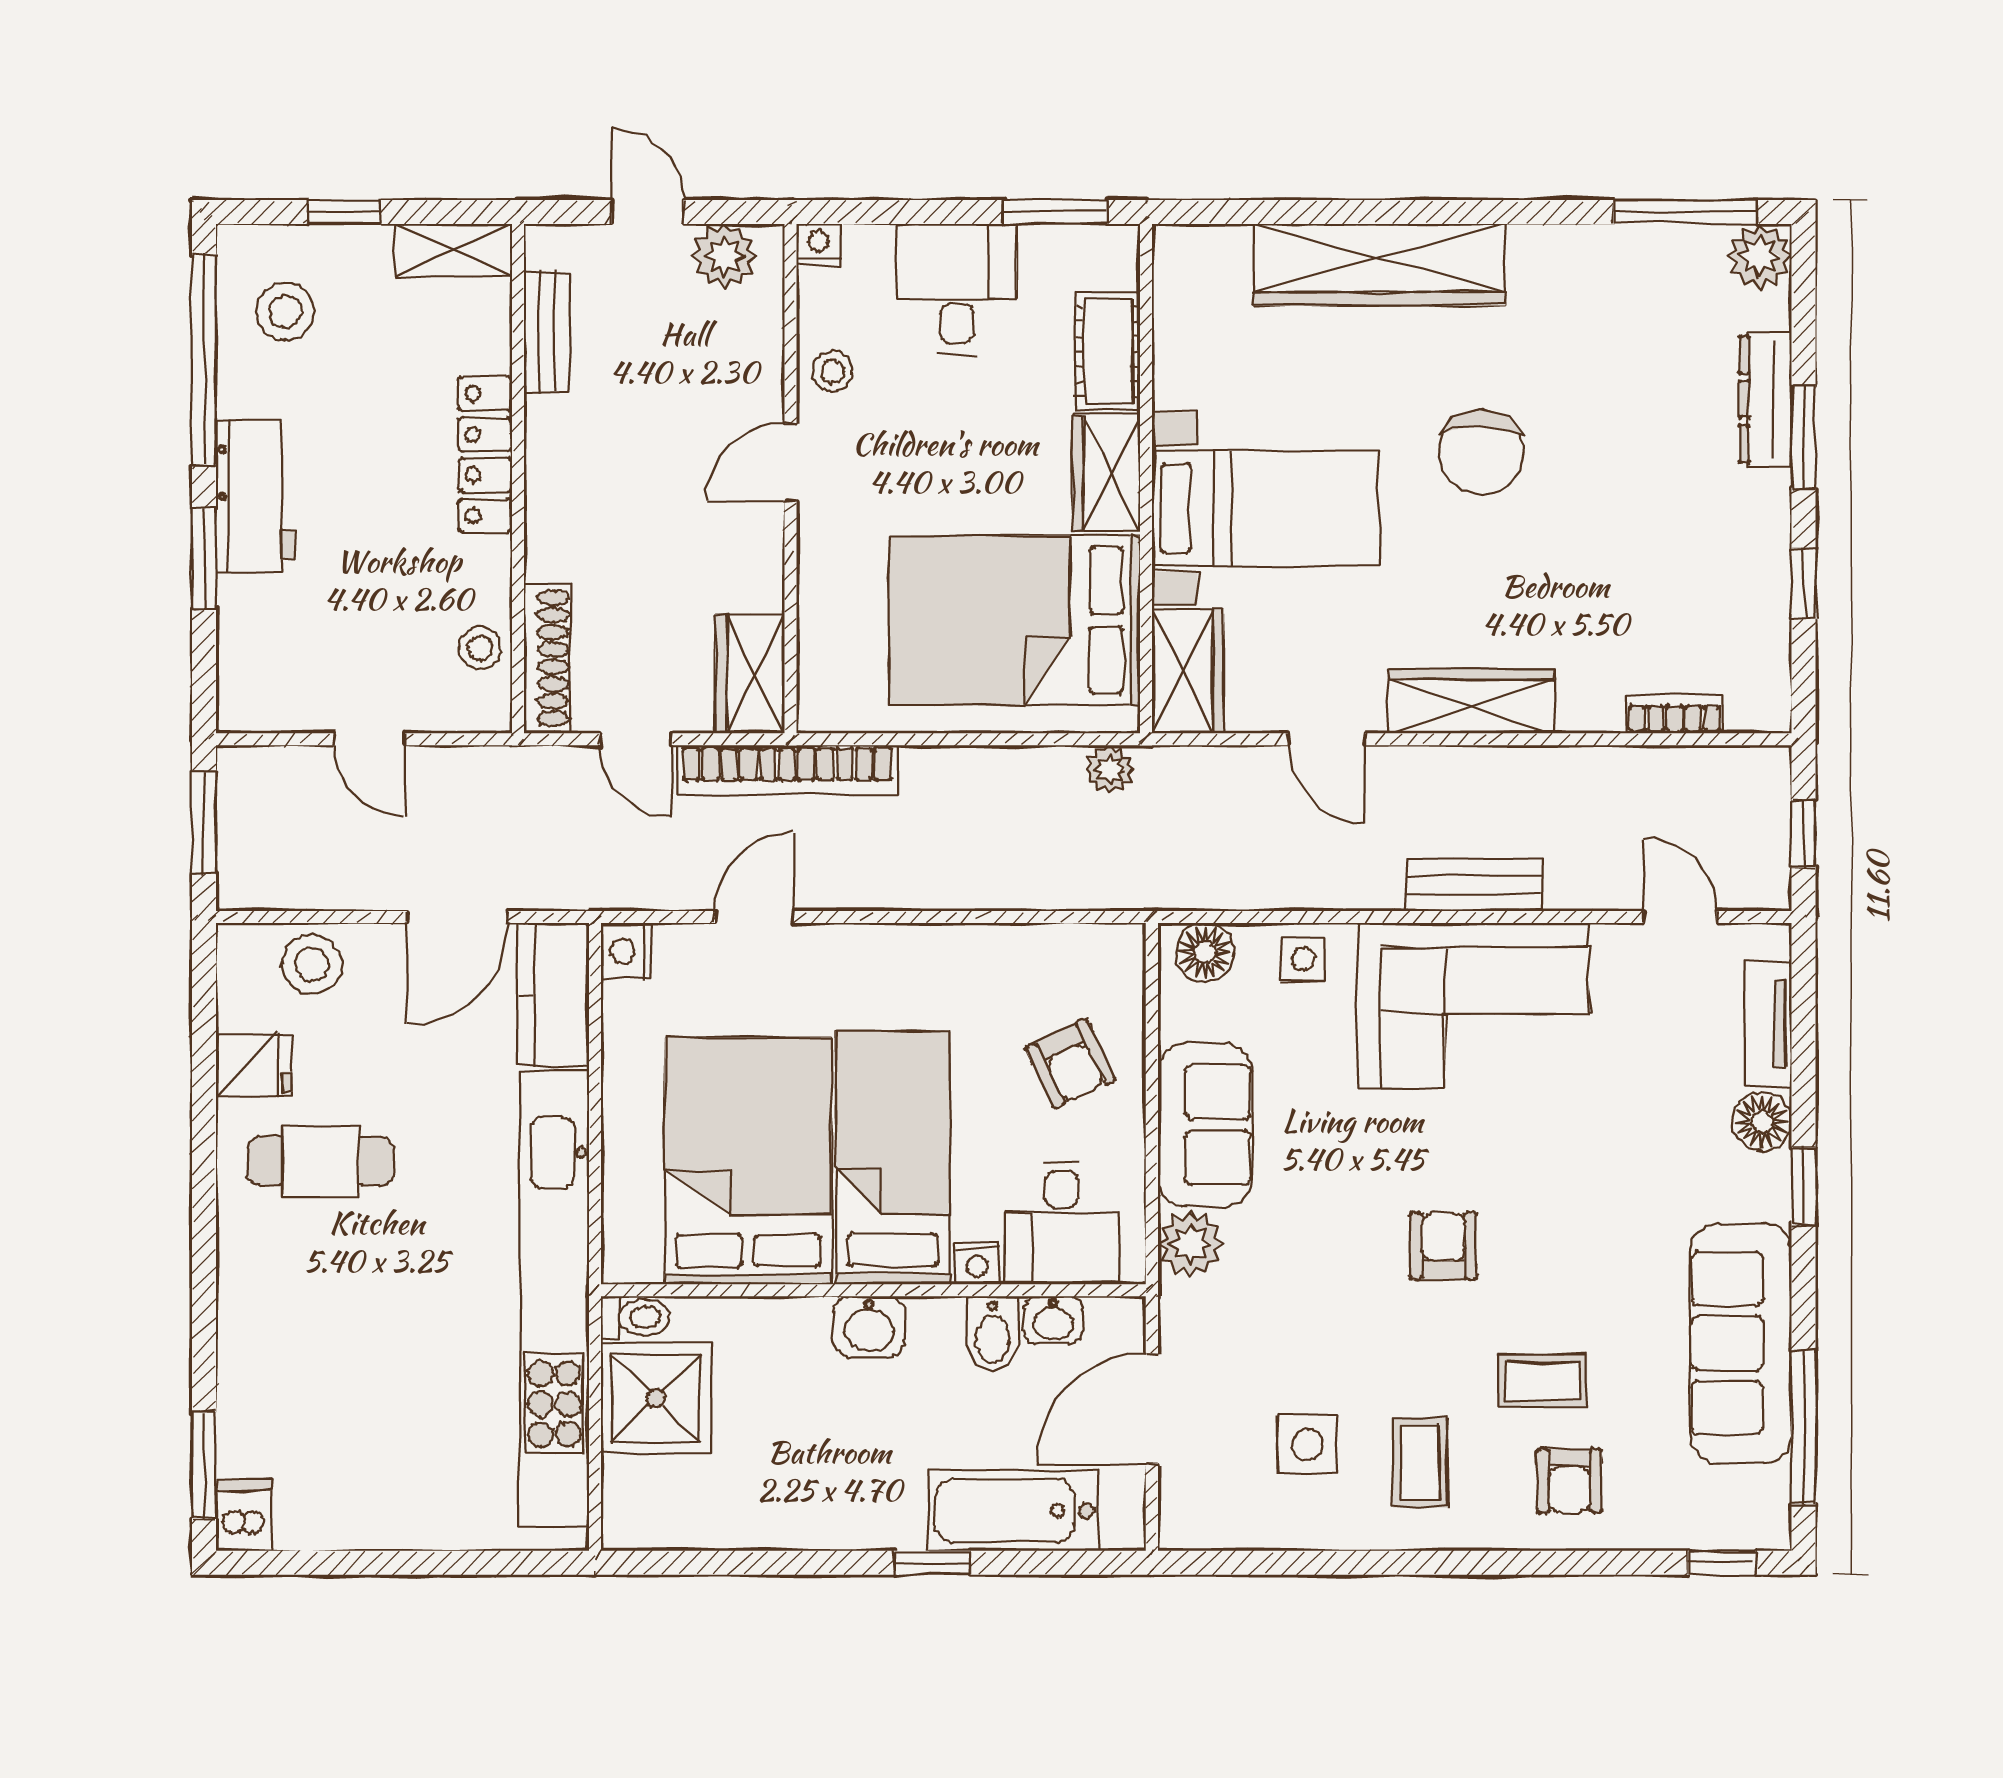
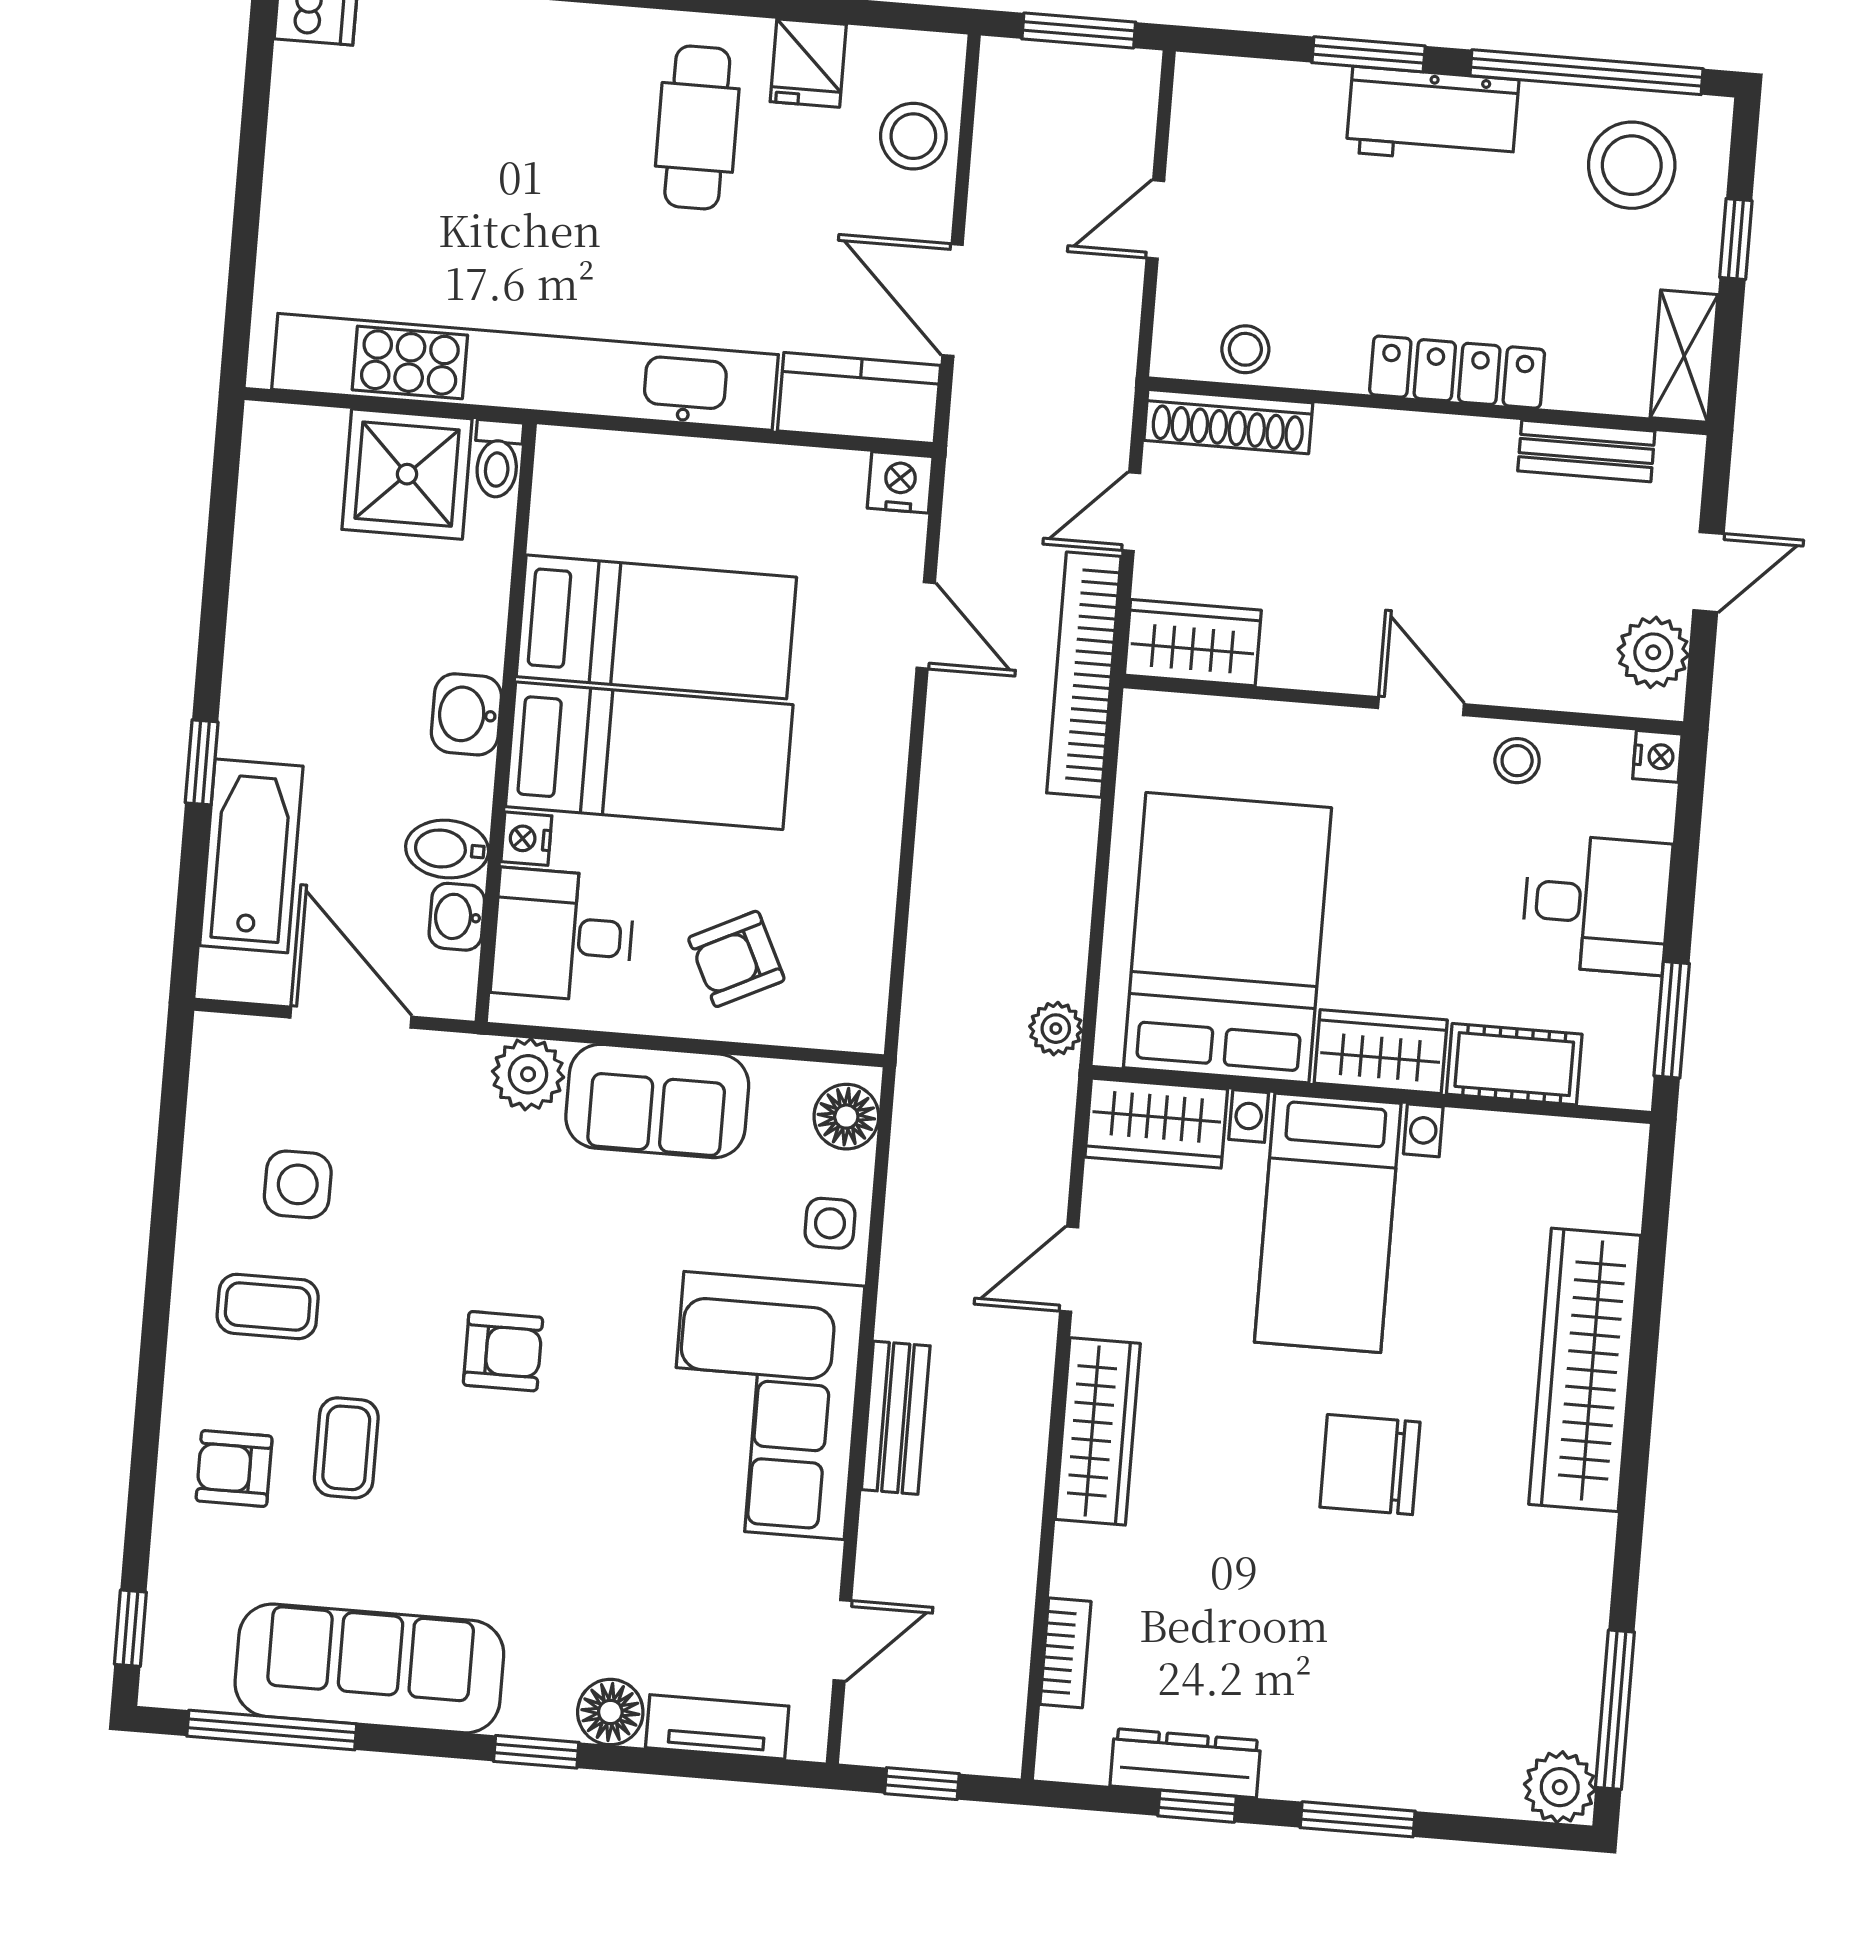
stool: (285, 312) -> (1632, 165), width x1.38, depth x1.38
dresser: (1766, 399) -> (1185, 1763), moved
bed: (748, 1161) -> (656, 627), width x0.67

